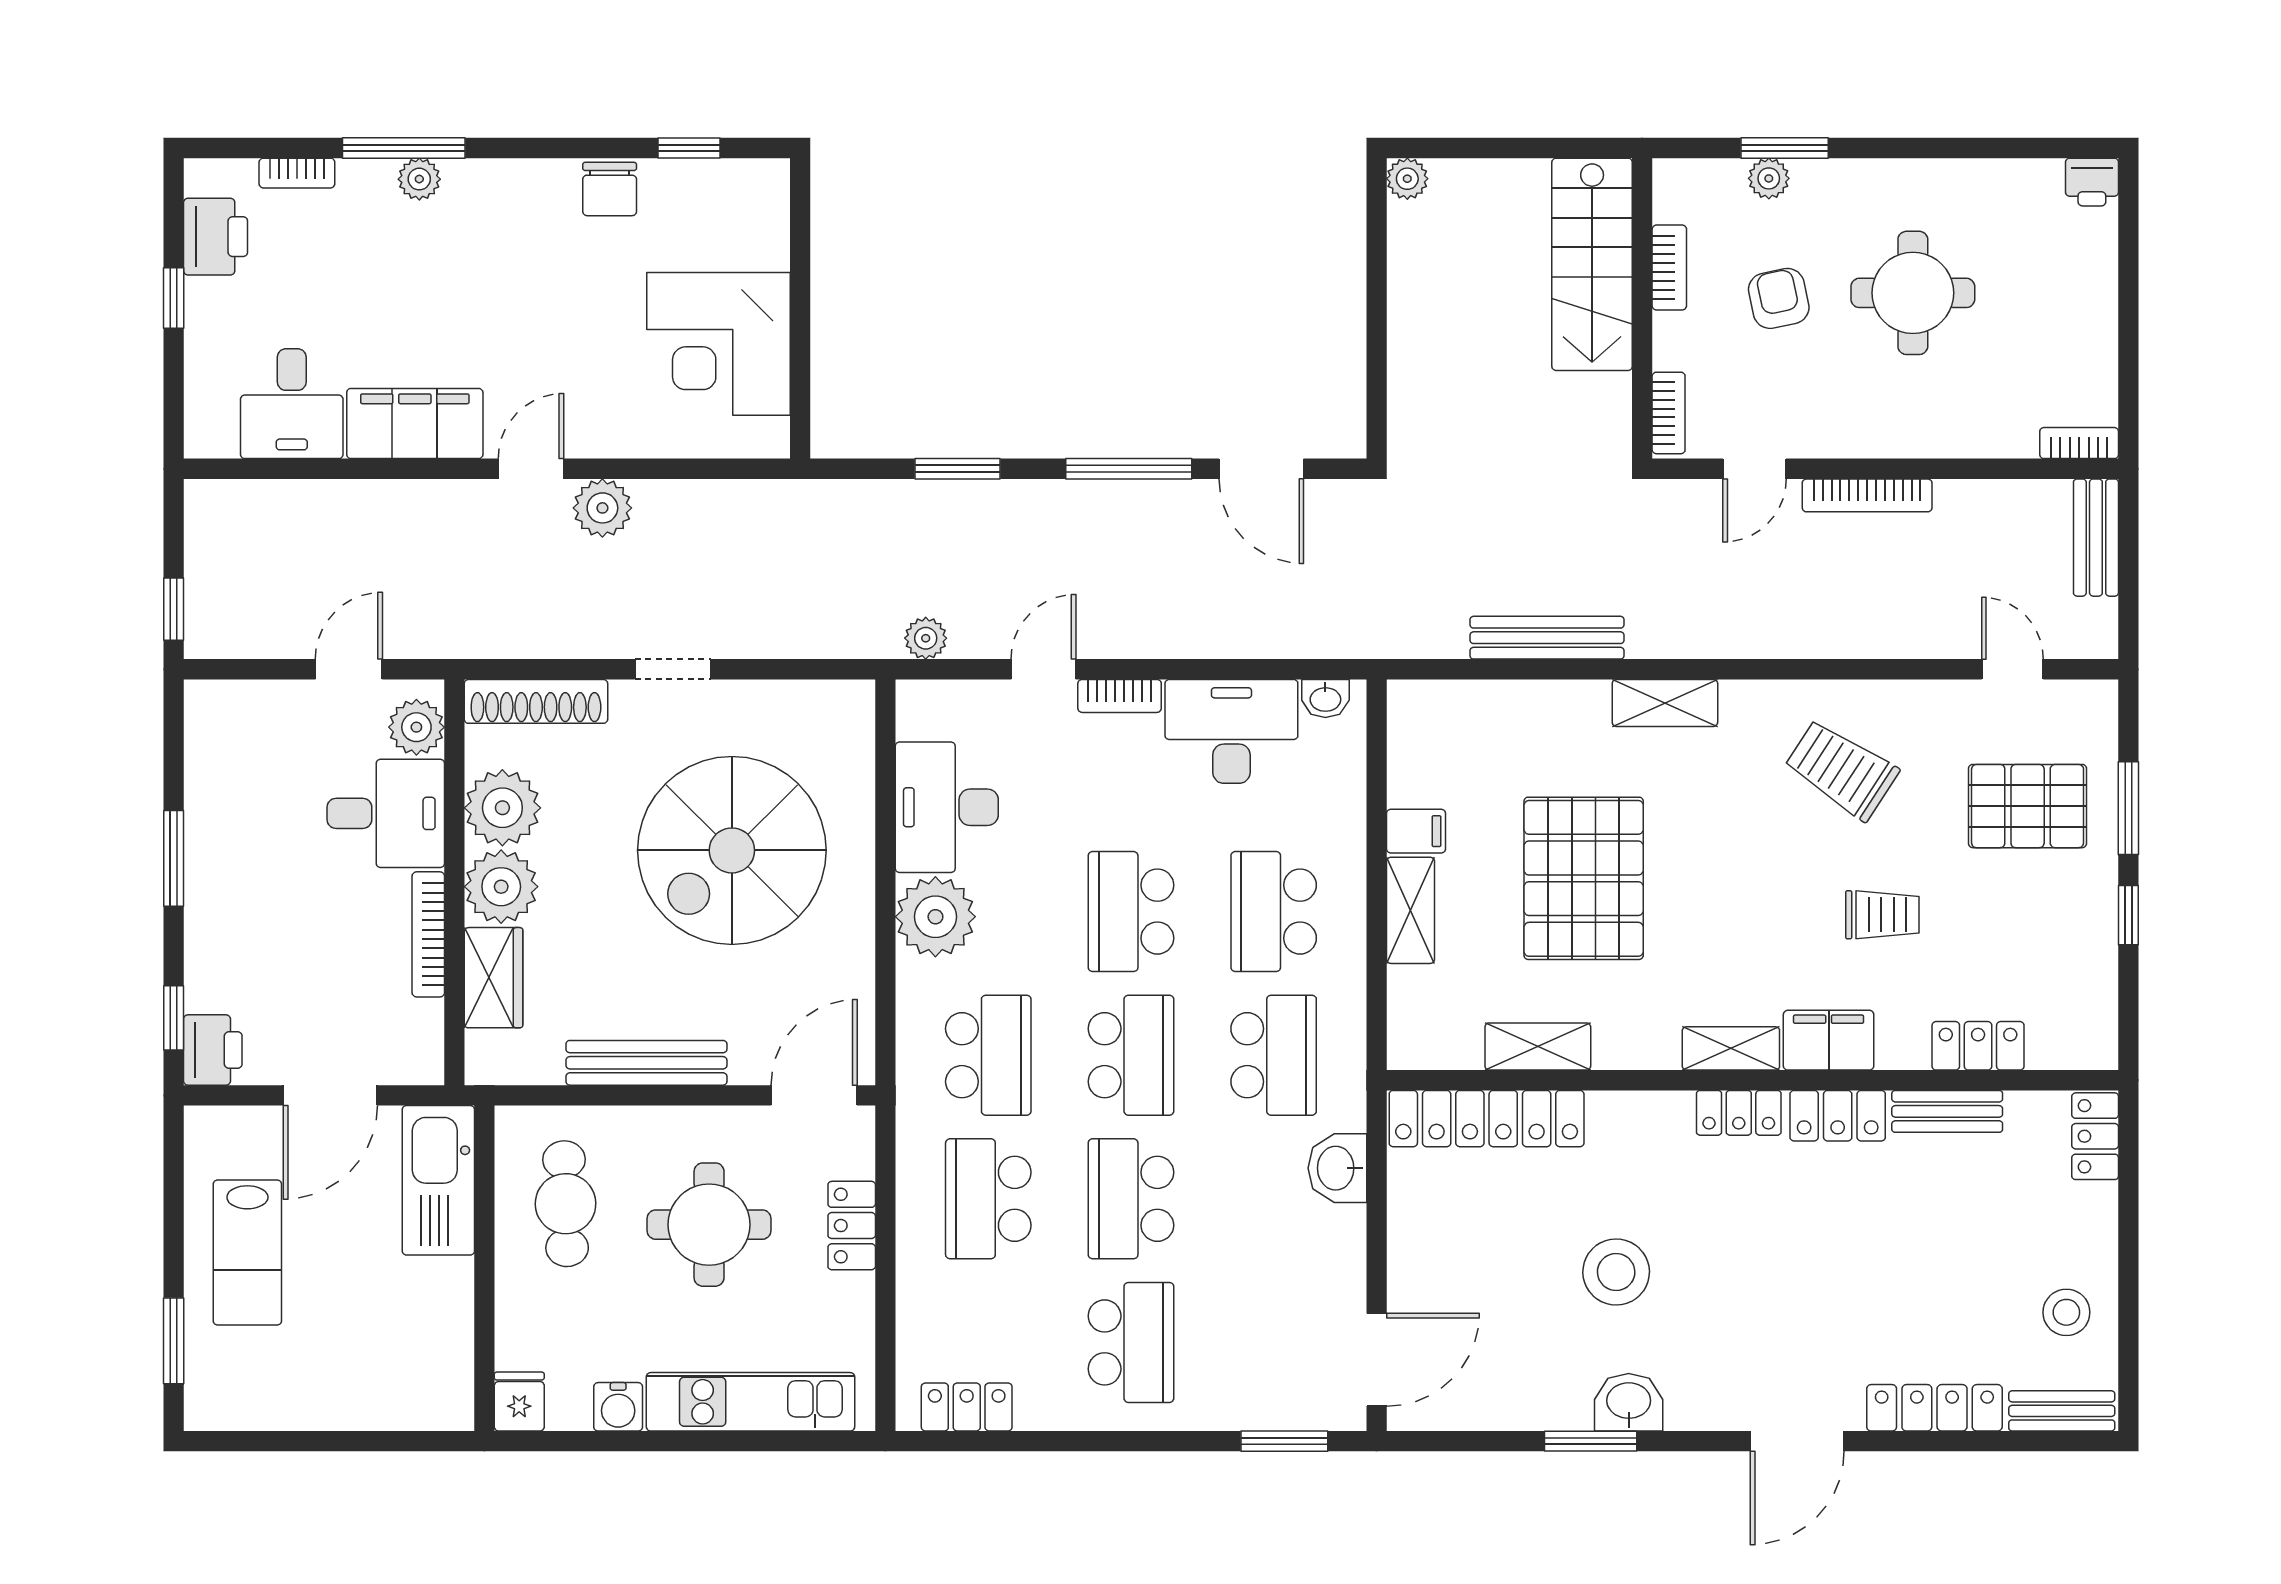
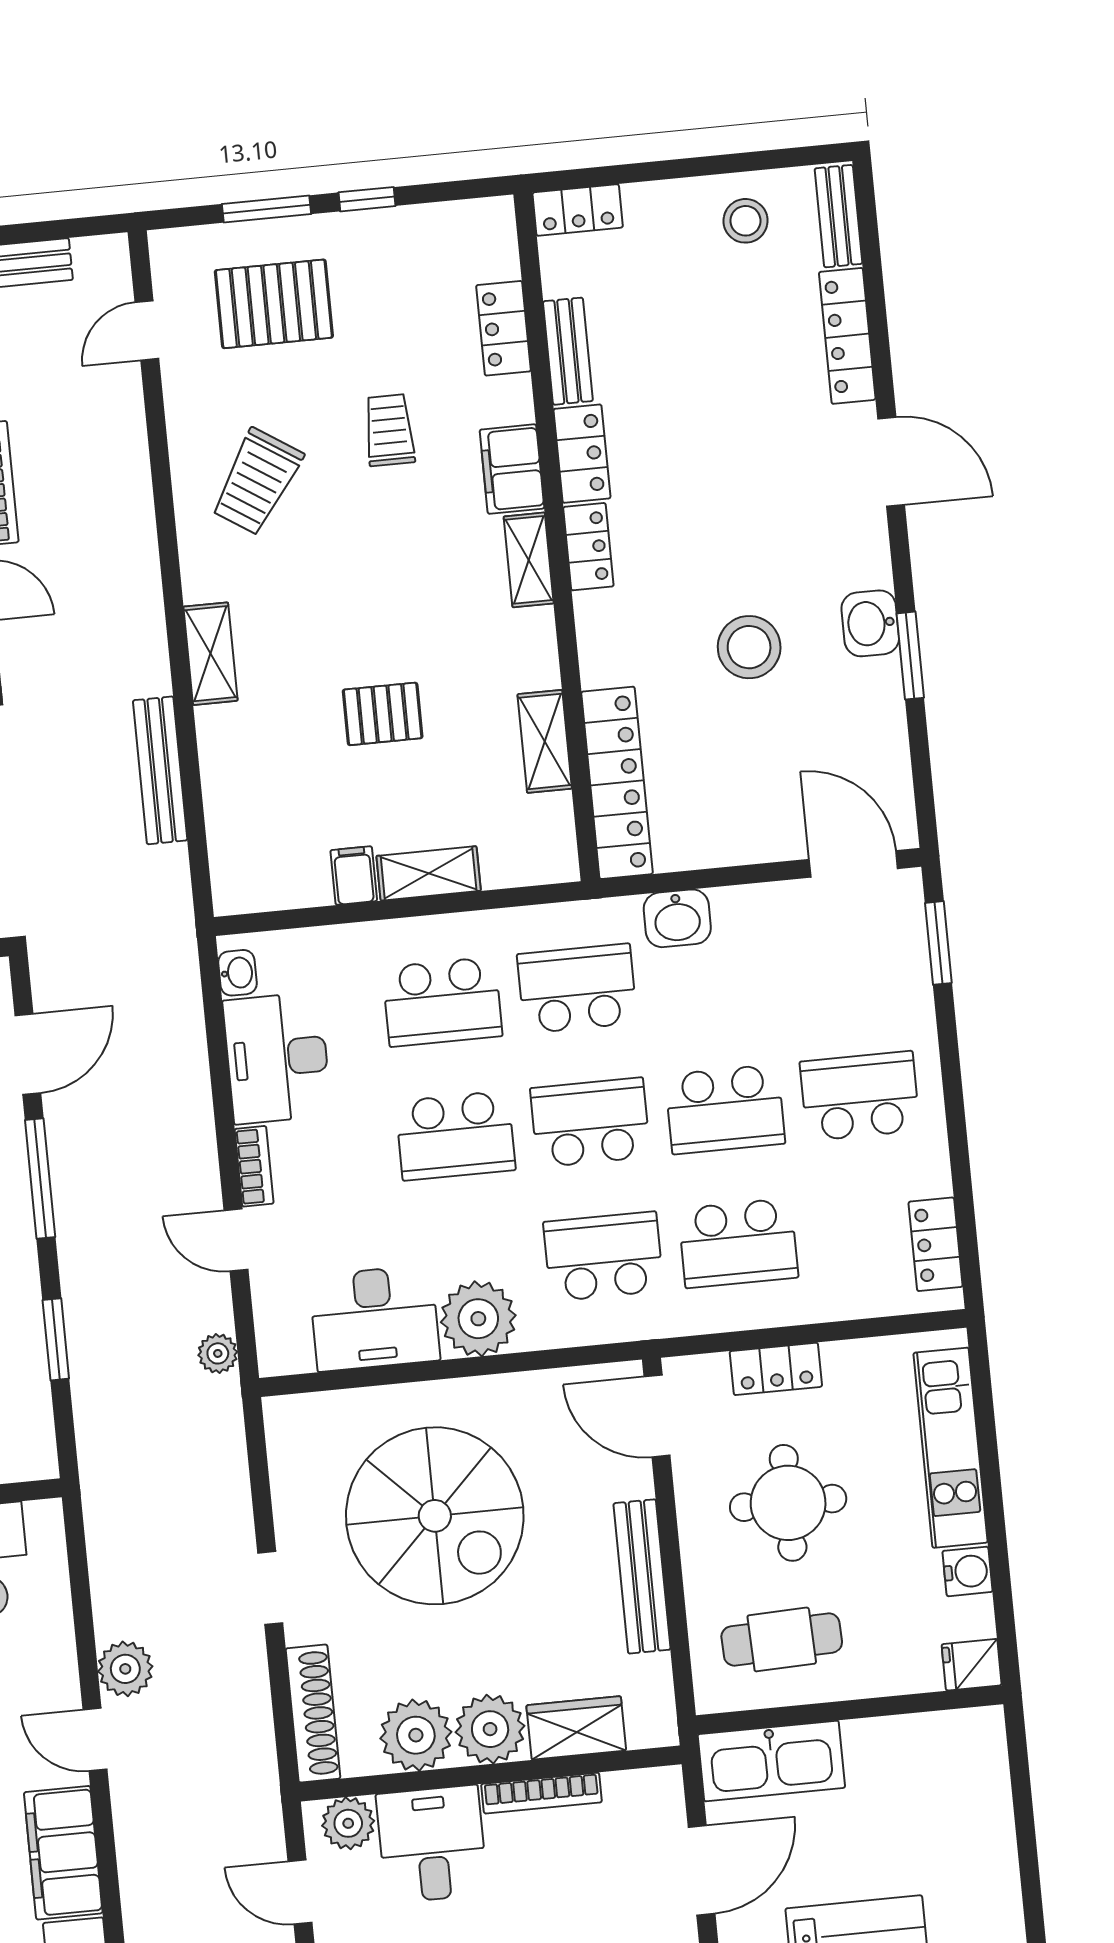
pallet: (2028, 806) -> (274, 304), turned 90
pallet: (1584, 878) -> (383, 714), width x0.49, depth x0.50
door: (330, 1095) -> (702, 1870), hinge flipped

